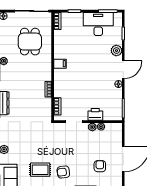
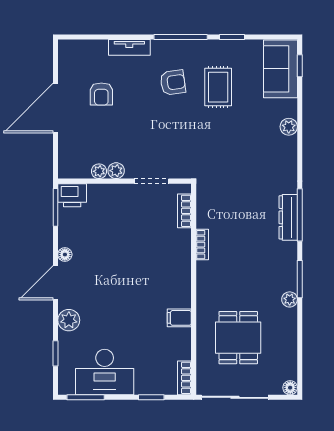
filing cabinet: (60, 64) -> (179, 318), moved
printer: (95, 114) -> (72, 195), moved
rug: (40, 170) -> (218, 87), turned 90

